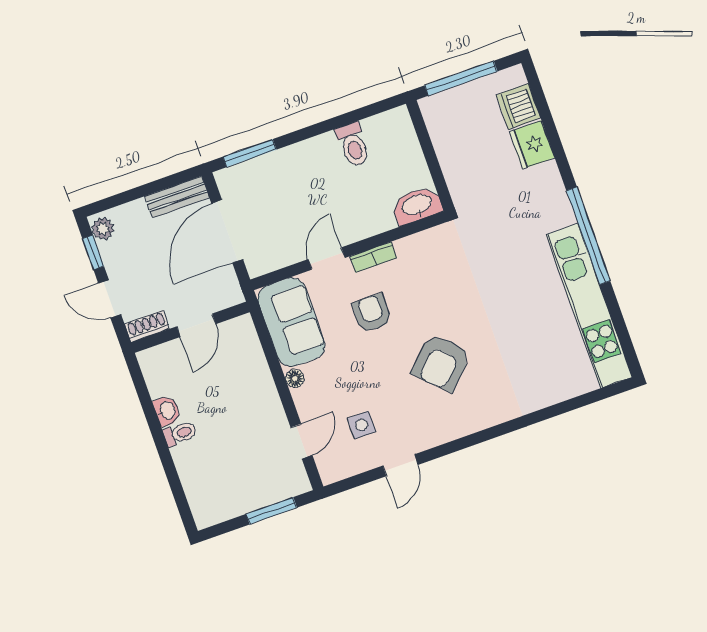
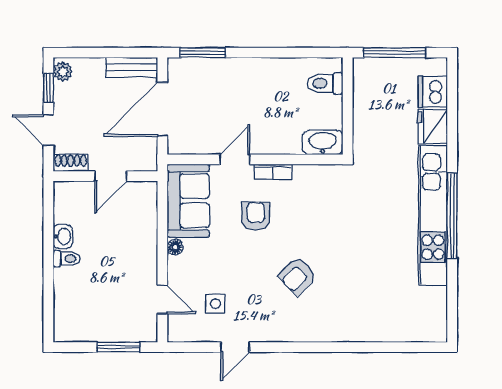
toilet: (353, 145) -> (325, 83), moved, turned 90
kitchen unit: (589, 306) -> (433, 215), moved
armchair: (441, 362) -> (298, 276), width x0.72, depth x0.72
door: (301, 441) -> (162, 300), hinge flipped

